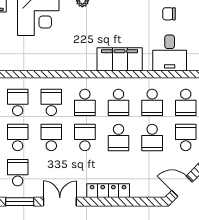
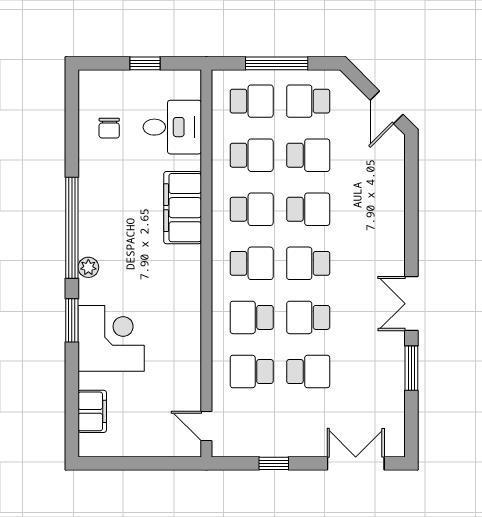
school desk: (18, 138) -> (308, 371), turned 180
school desk: (18, 173) -> (365, 371), removed
locker: (108, 191) -> (394, 226), removed

